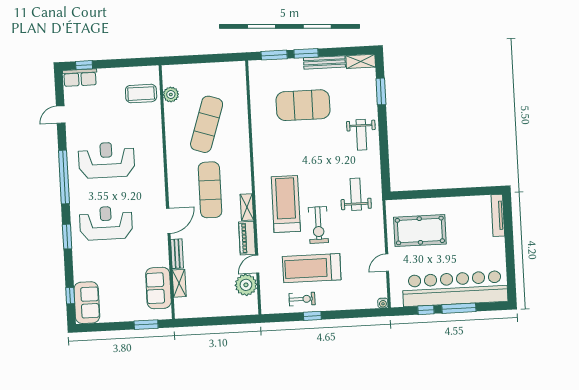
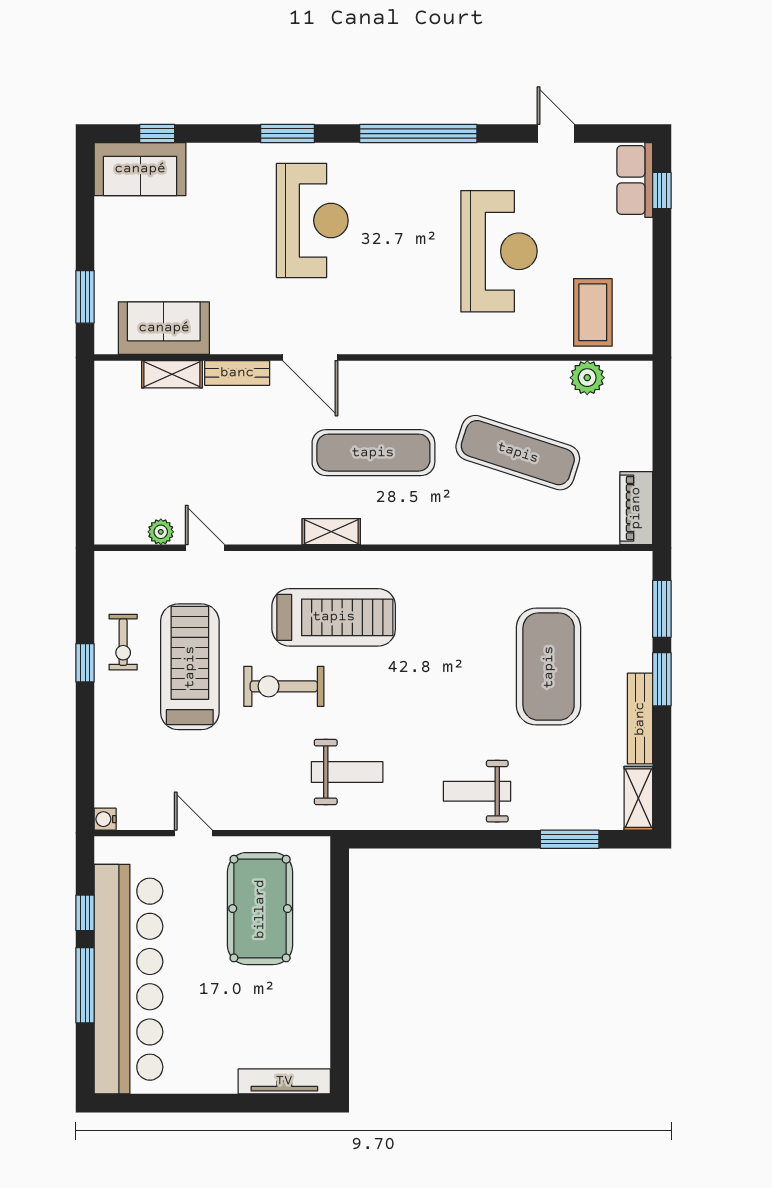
reception desk: (106, 160) -> (499, 251), moved
piano: (247, 238) -> (636, 508), moved, turned -90
plant: (246, 285) -> (161, 532), width x0.53, depth x0.53

